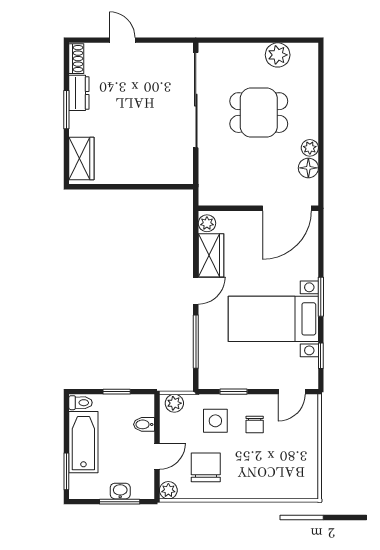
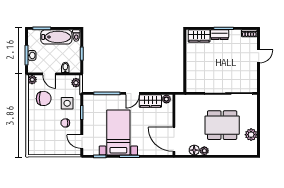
dresser: (79, 93) -> (220, 35), moved
dining table: (259, 113) -> (222, 125), width x1.38
door: (196, 291) -> (133, 93), hinge flipped

